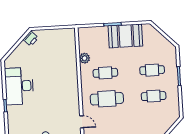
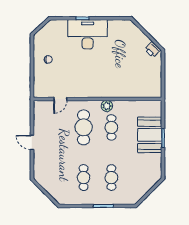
booth: (125, 36) -> (150, 135), moved
plant: (85, 58) -> (107, 106), moved
desk: (19, 86) -> (88, 34), moved

